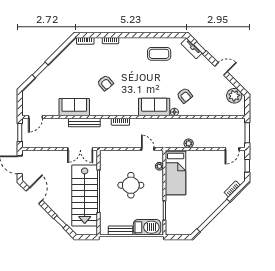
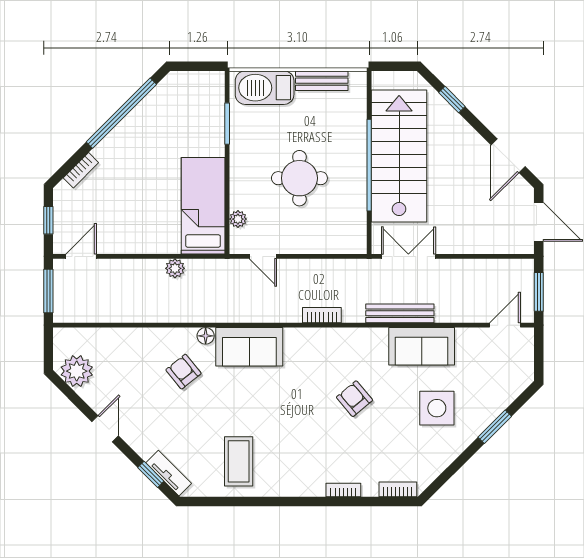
coffee table: (159, 54) -> (239, 461), turned 90
door: (221, 69) -> (105, 429), swing flipped
side table: (67, 79) -> (437, 408), added

